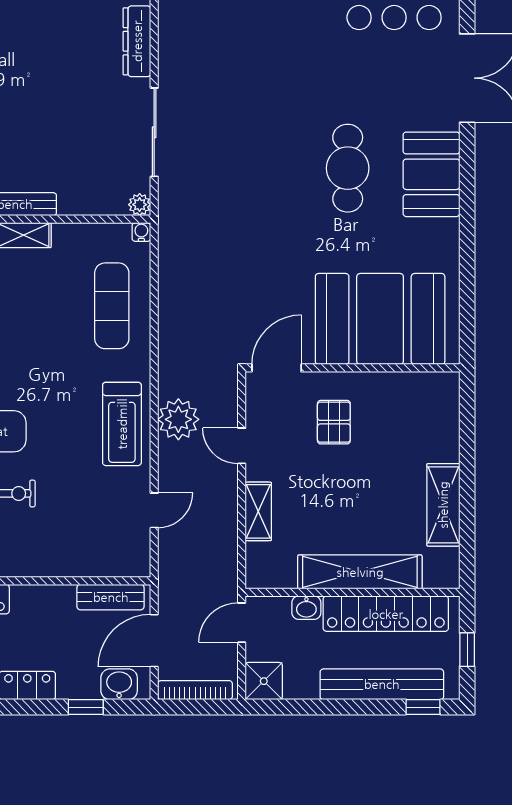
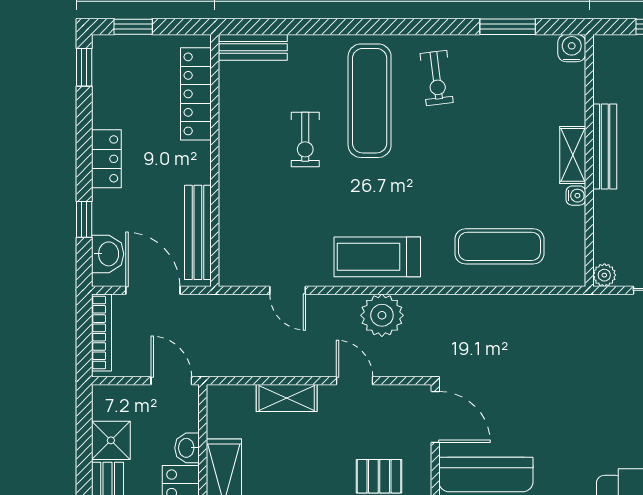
water cooler: (141, 232) -> (576, 196), moved
door: (242, 446) -> (355, 381), hinge flipped
bench: (111, 597) -> (198, 232), width x1.36
shower: (264, 681) -> (111, 440), moved

